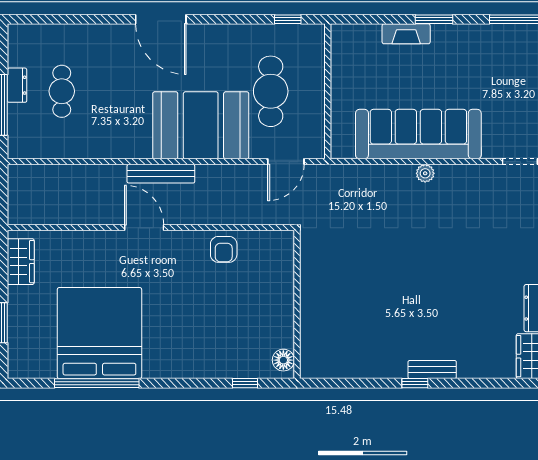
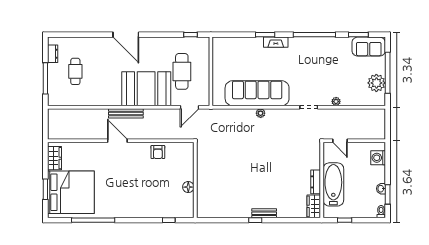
fireplace: (406, 34) -> (276, 42), moved
dresser: (17, 85) -> (53, 54), moved
bed: (99, 333) -> (71, 192), moved, turned 90
floor lamp: (283, 360) -> (188, 187), moved

